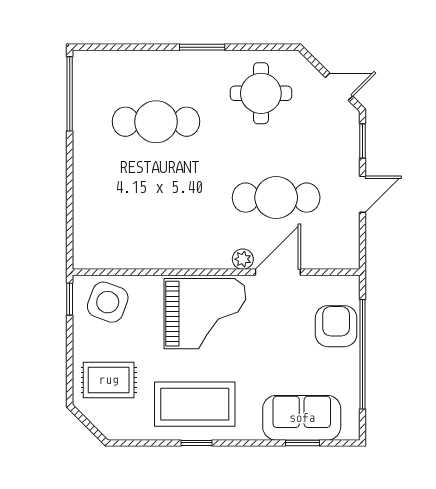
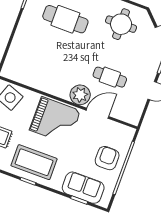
cafe table: (276, 198) -> (110, 77), width x0.73, depth x0.74
plant: (243, 259) -> (80, 95), width x1.88, depth x1.88
armchair: (336, 326) -> (107, 158), moved

